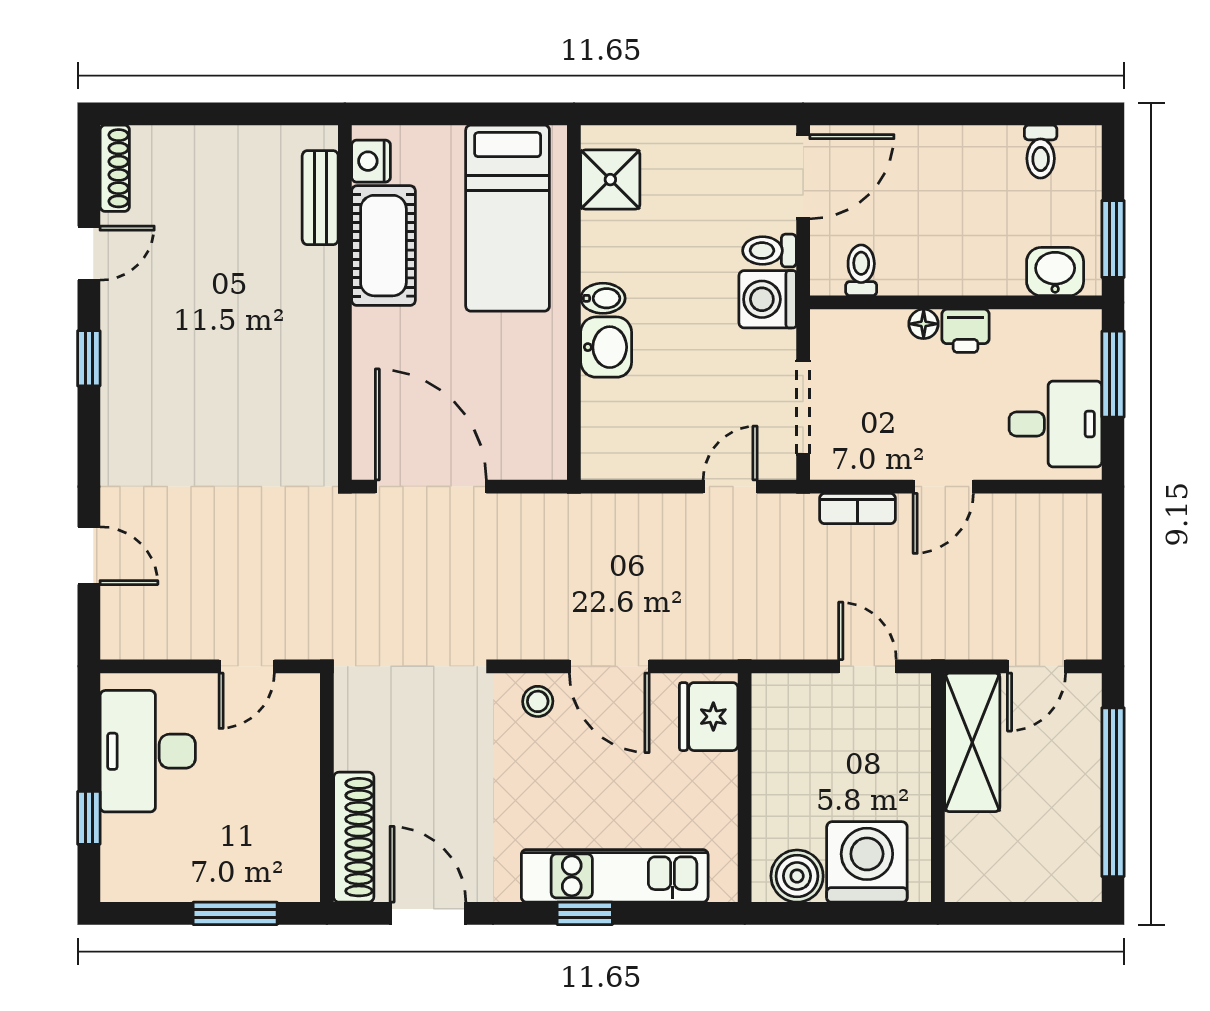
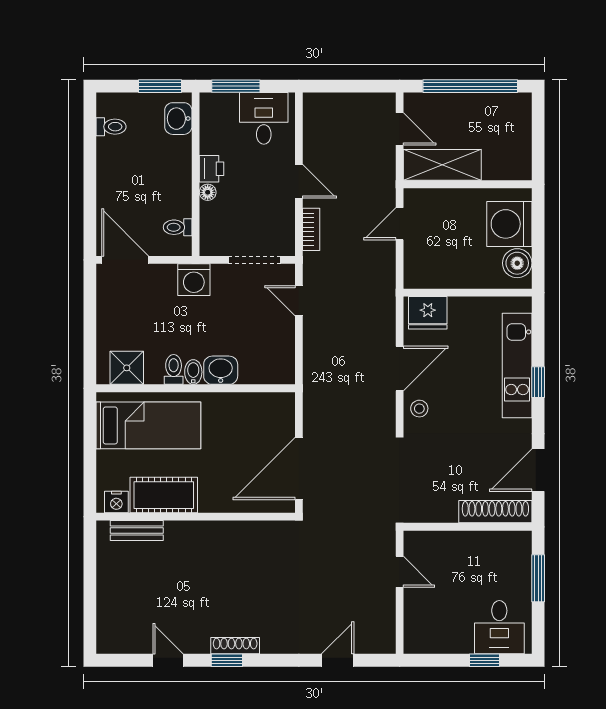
shoe rack: (115, 168) -> (235, 646), moved
toilet: (769, 251) -> (174, 369), moved, turned 180
desk: (148, 751) -> (499, 627), moved, width x0.73

